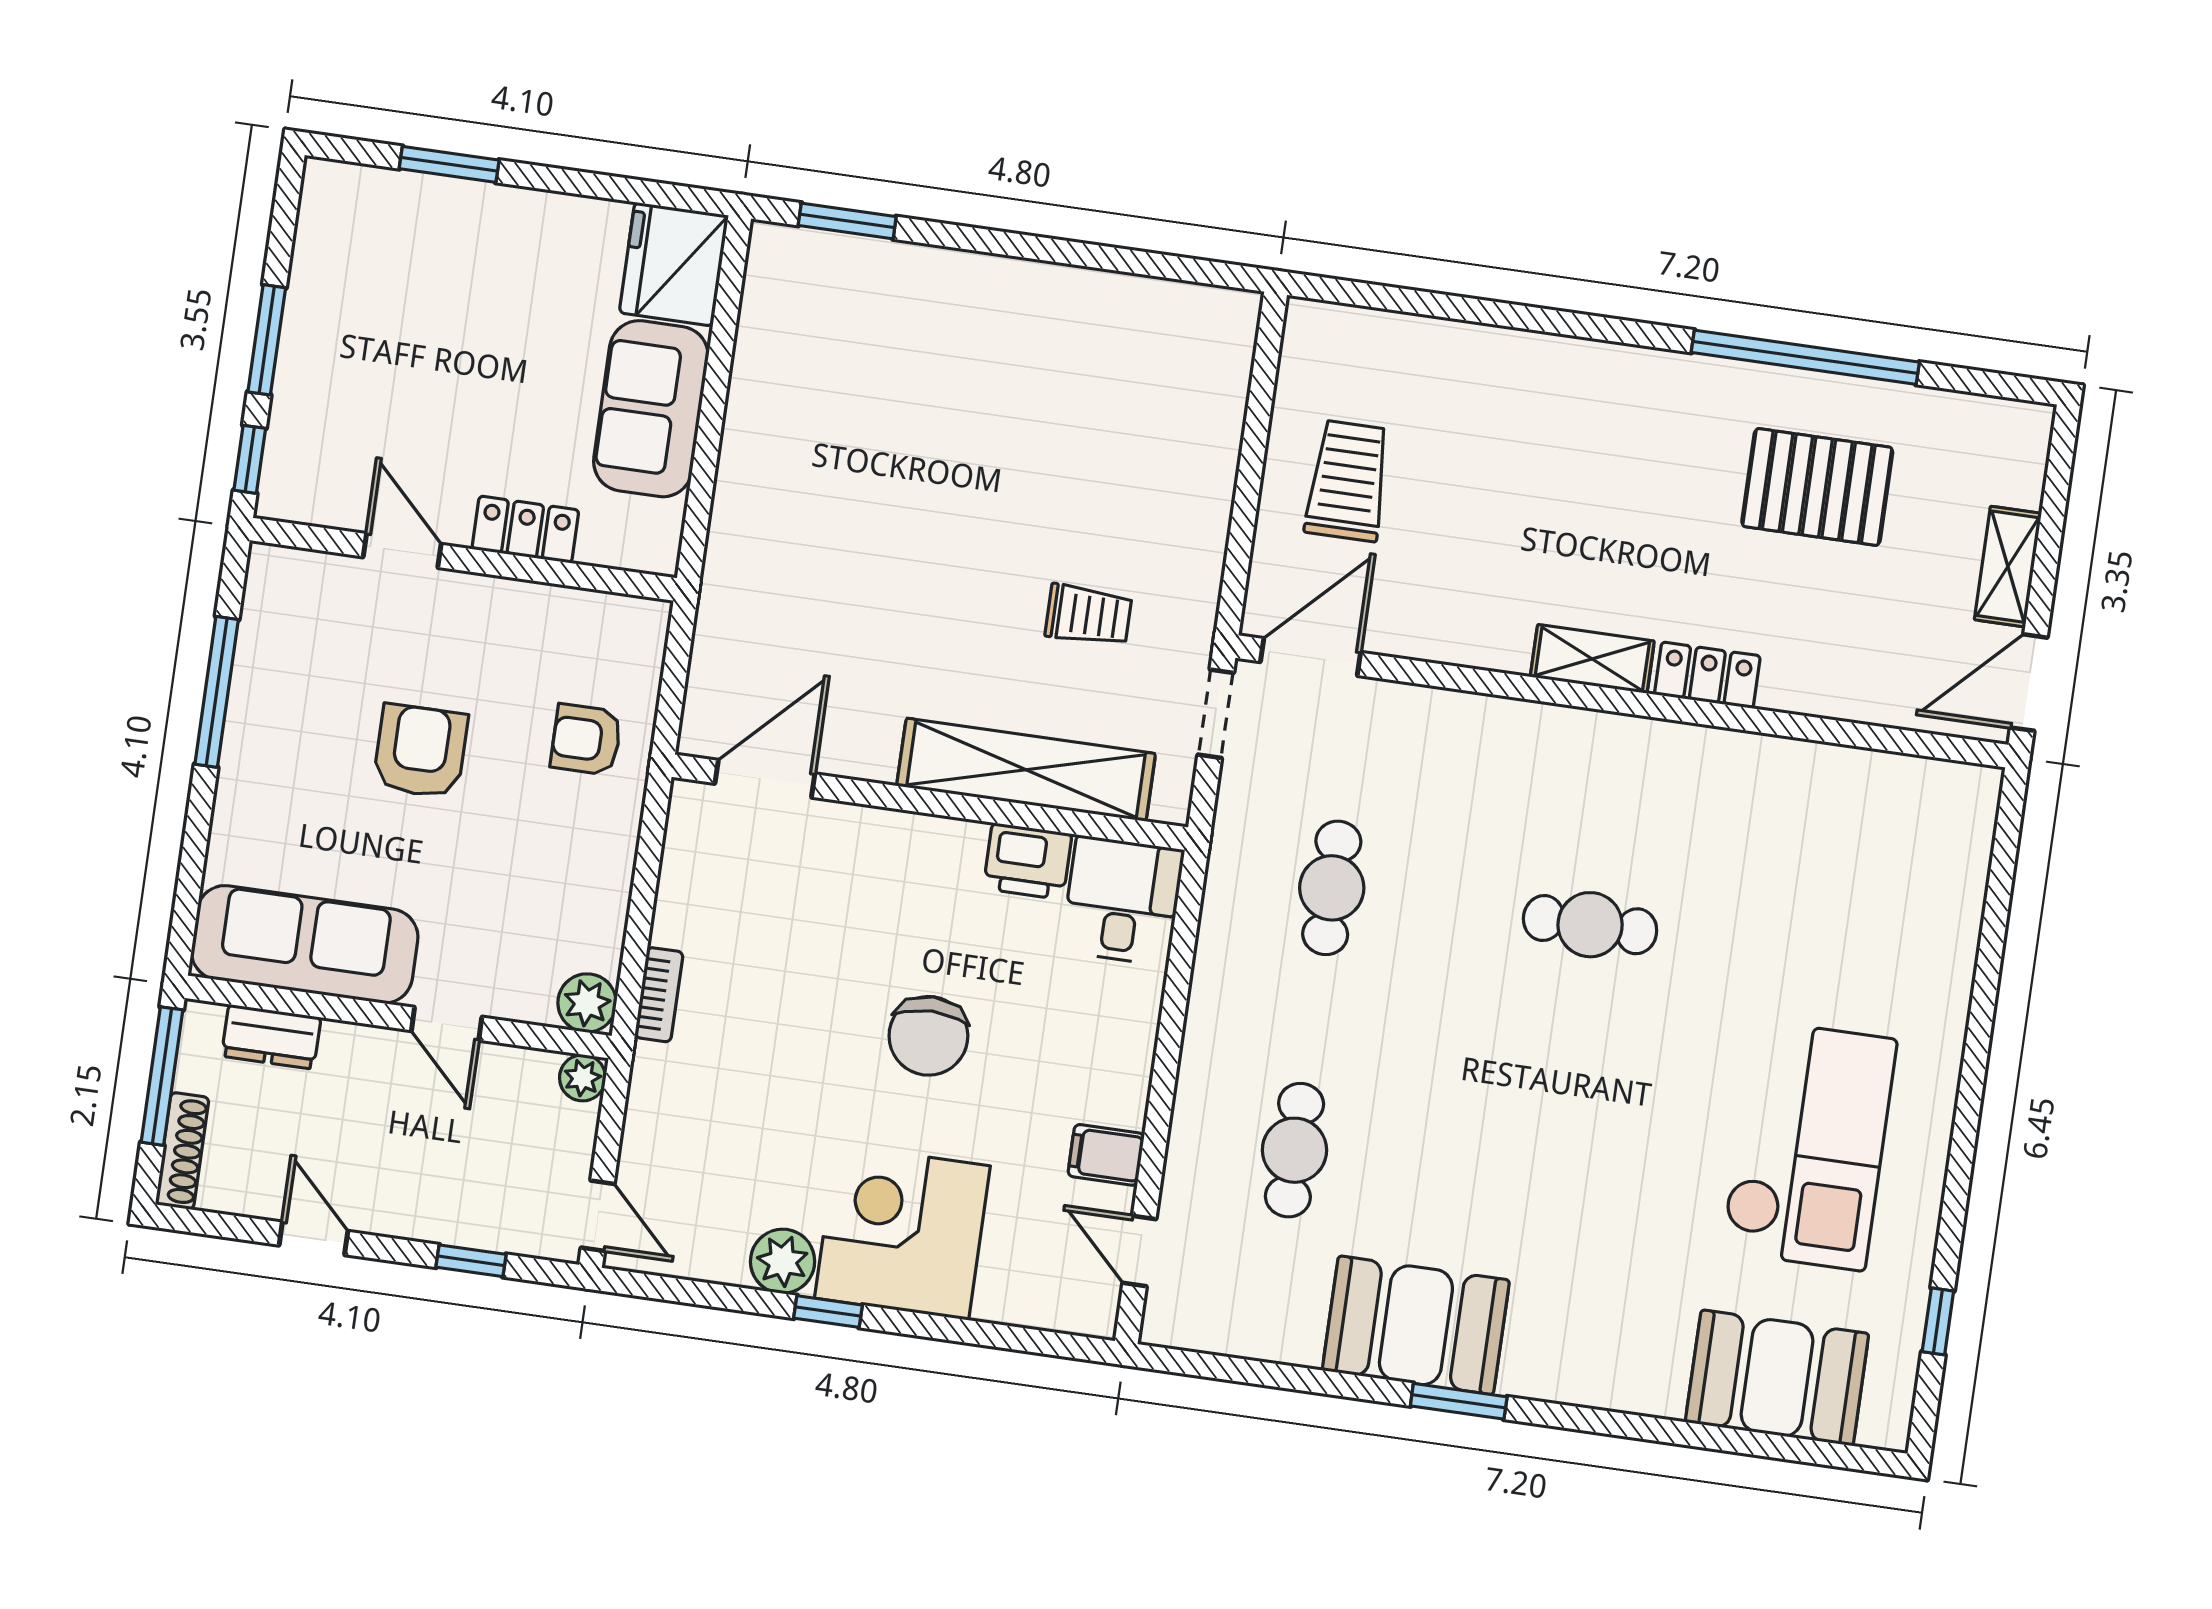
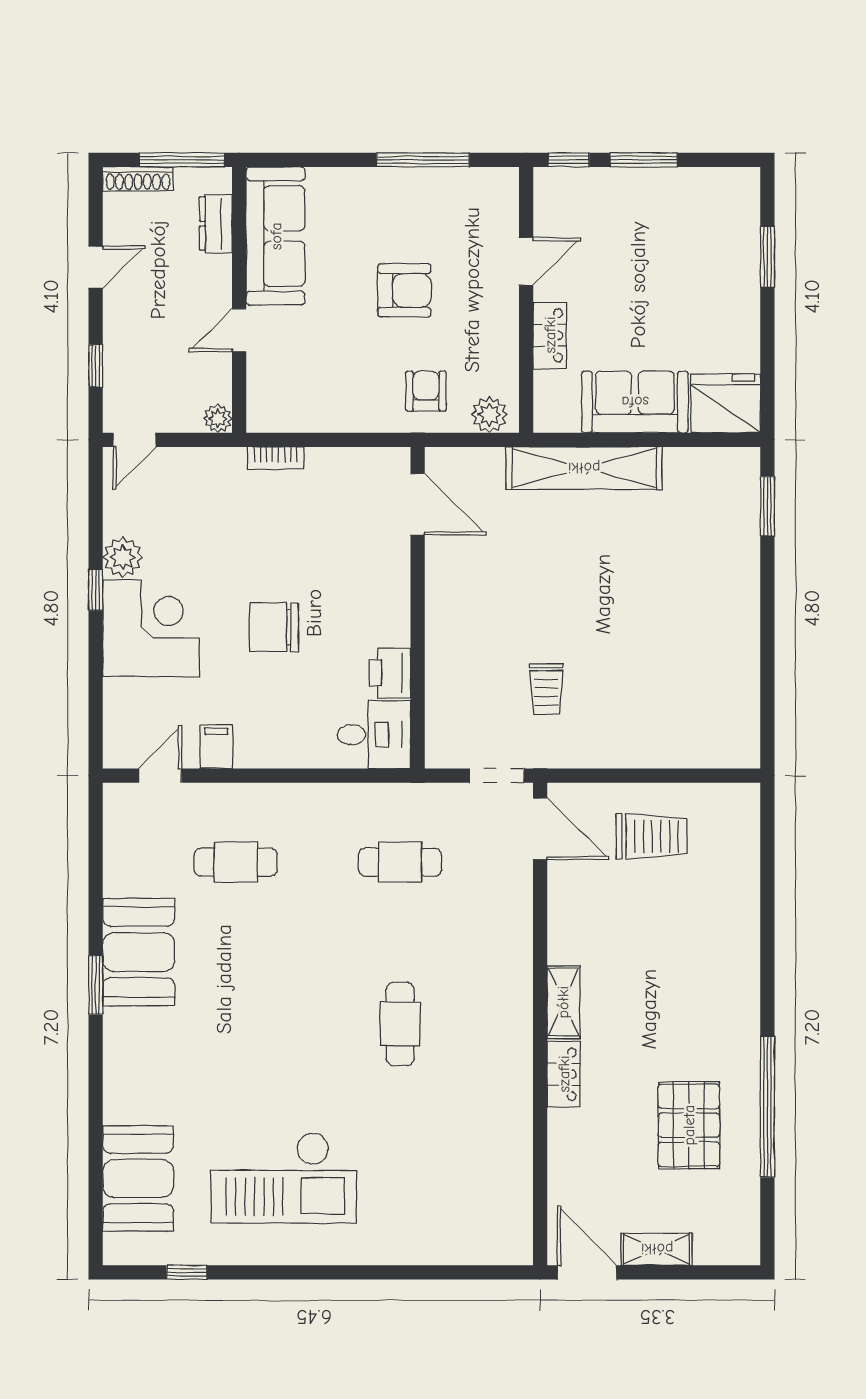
shelving: (1026, 770) -> (584, 468), moved, turned 90
plant: (587, 1003) -> (489, 415), moved

